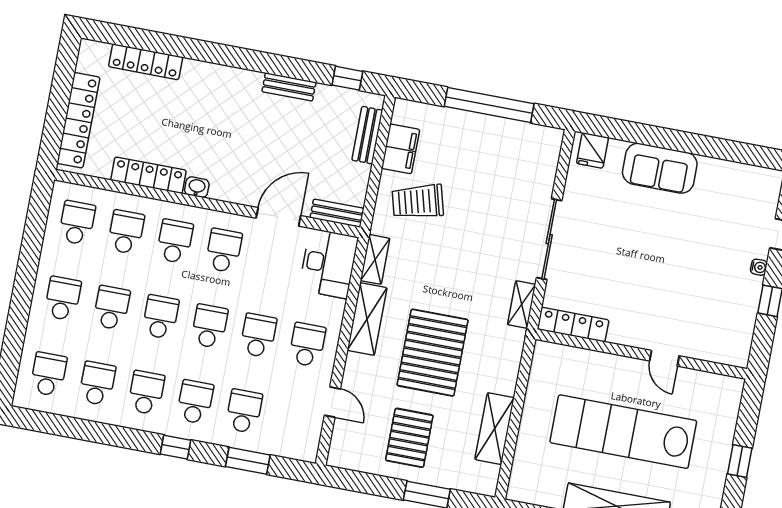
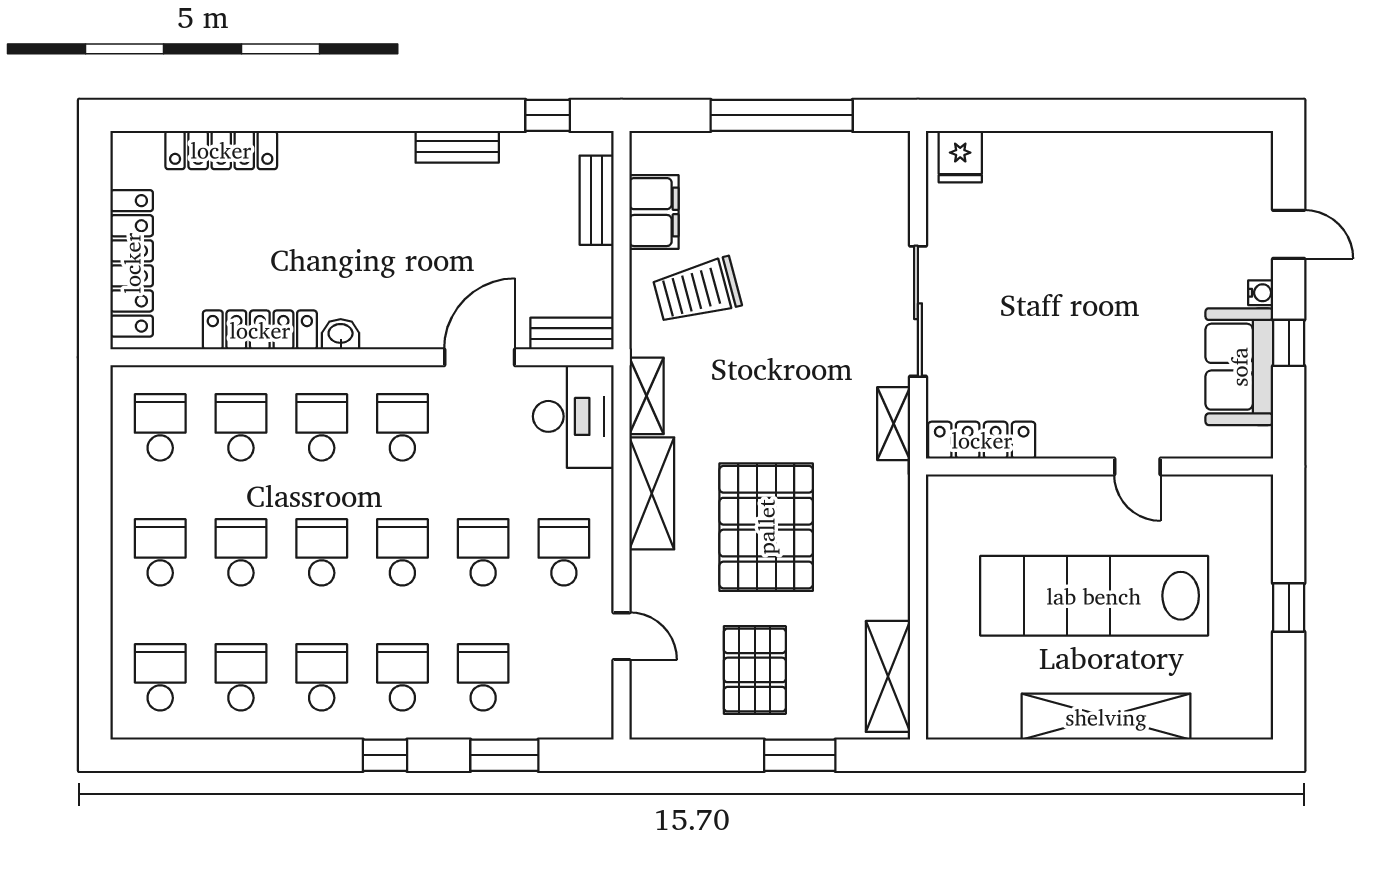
sofa: (660, 168) -> (1239, 367), moved, turned 90
shelving: (495, 429) -> (888, 676), moved

